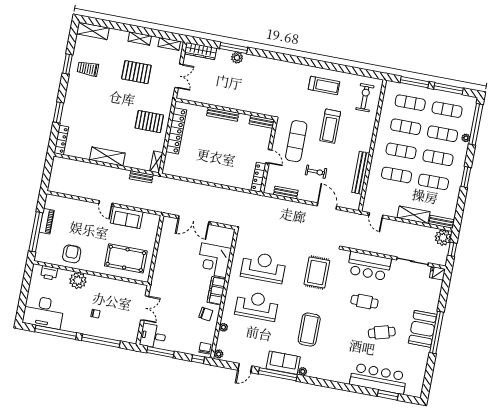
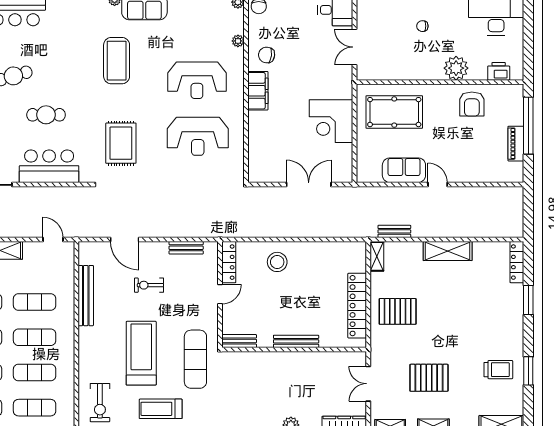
treadmill: (330, 126) -> (141, 353), width x1.37, depth x1.38
exercise mat: (296, 141) -> (195, 359), moved
door: (269, 156) -> (220, 294), swing flipped
stool: (225, 171) -> (277, 262), added
corner desk: (214, 260) -> (331, 121), moved, turned 180

